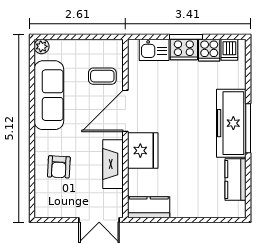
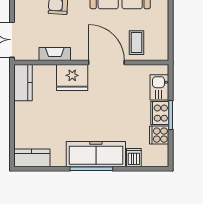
dishwasher: (229, 50) -> (134, 158), moved, turned 90
fireplace: (113, 164) -> (55, 54), width x0.73, depth x0.76
kitchen counter: (235, 180) -> (32, 158), moved

